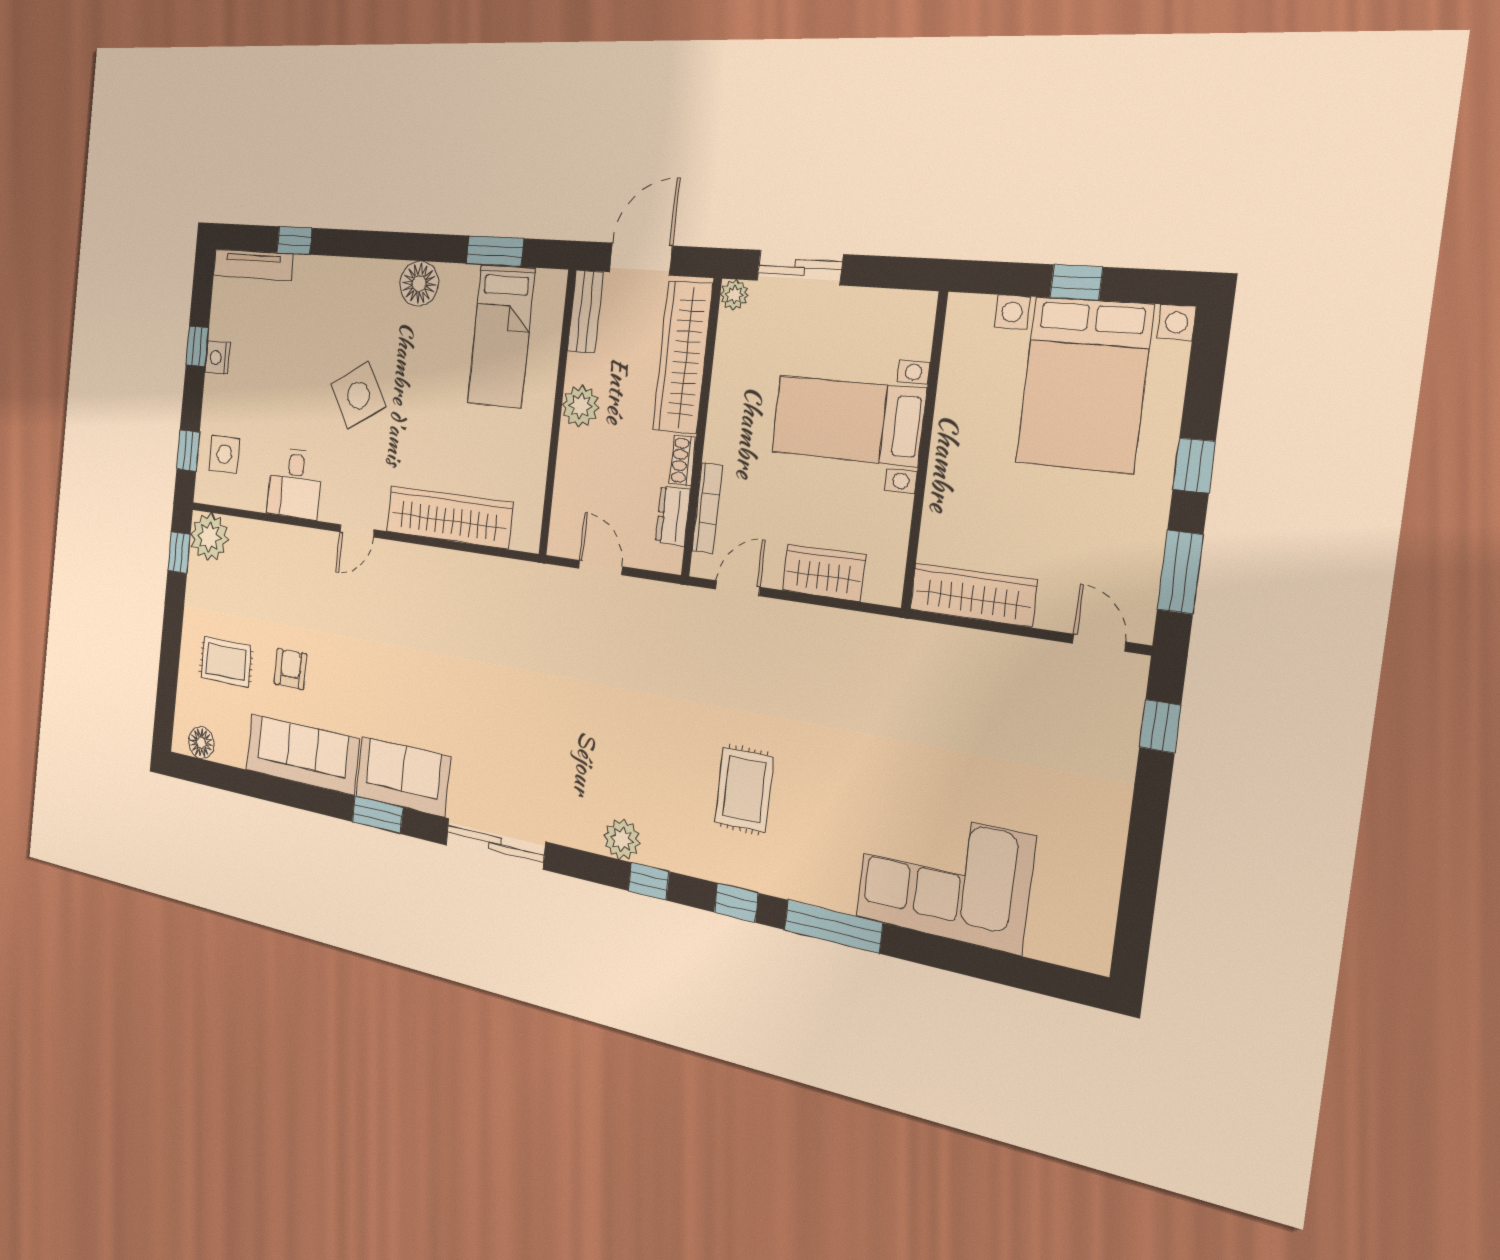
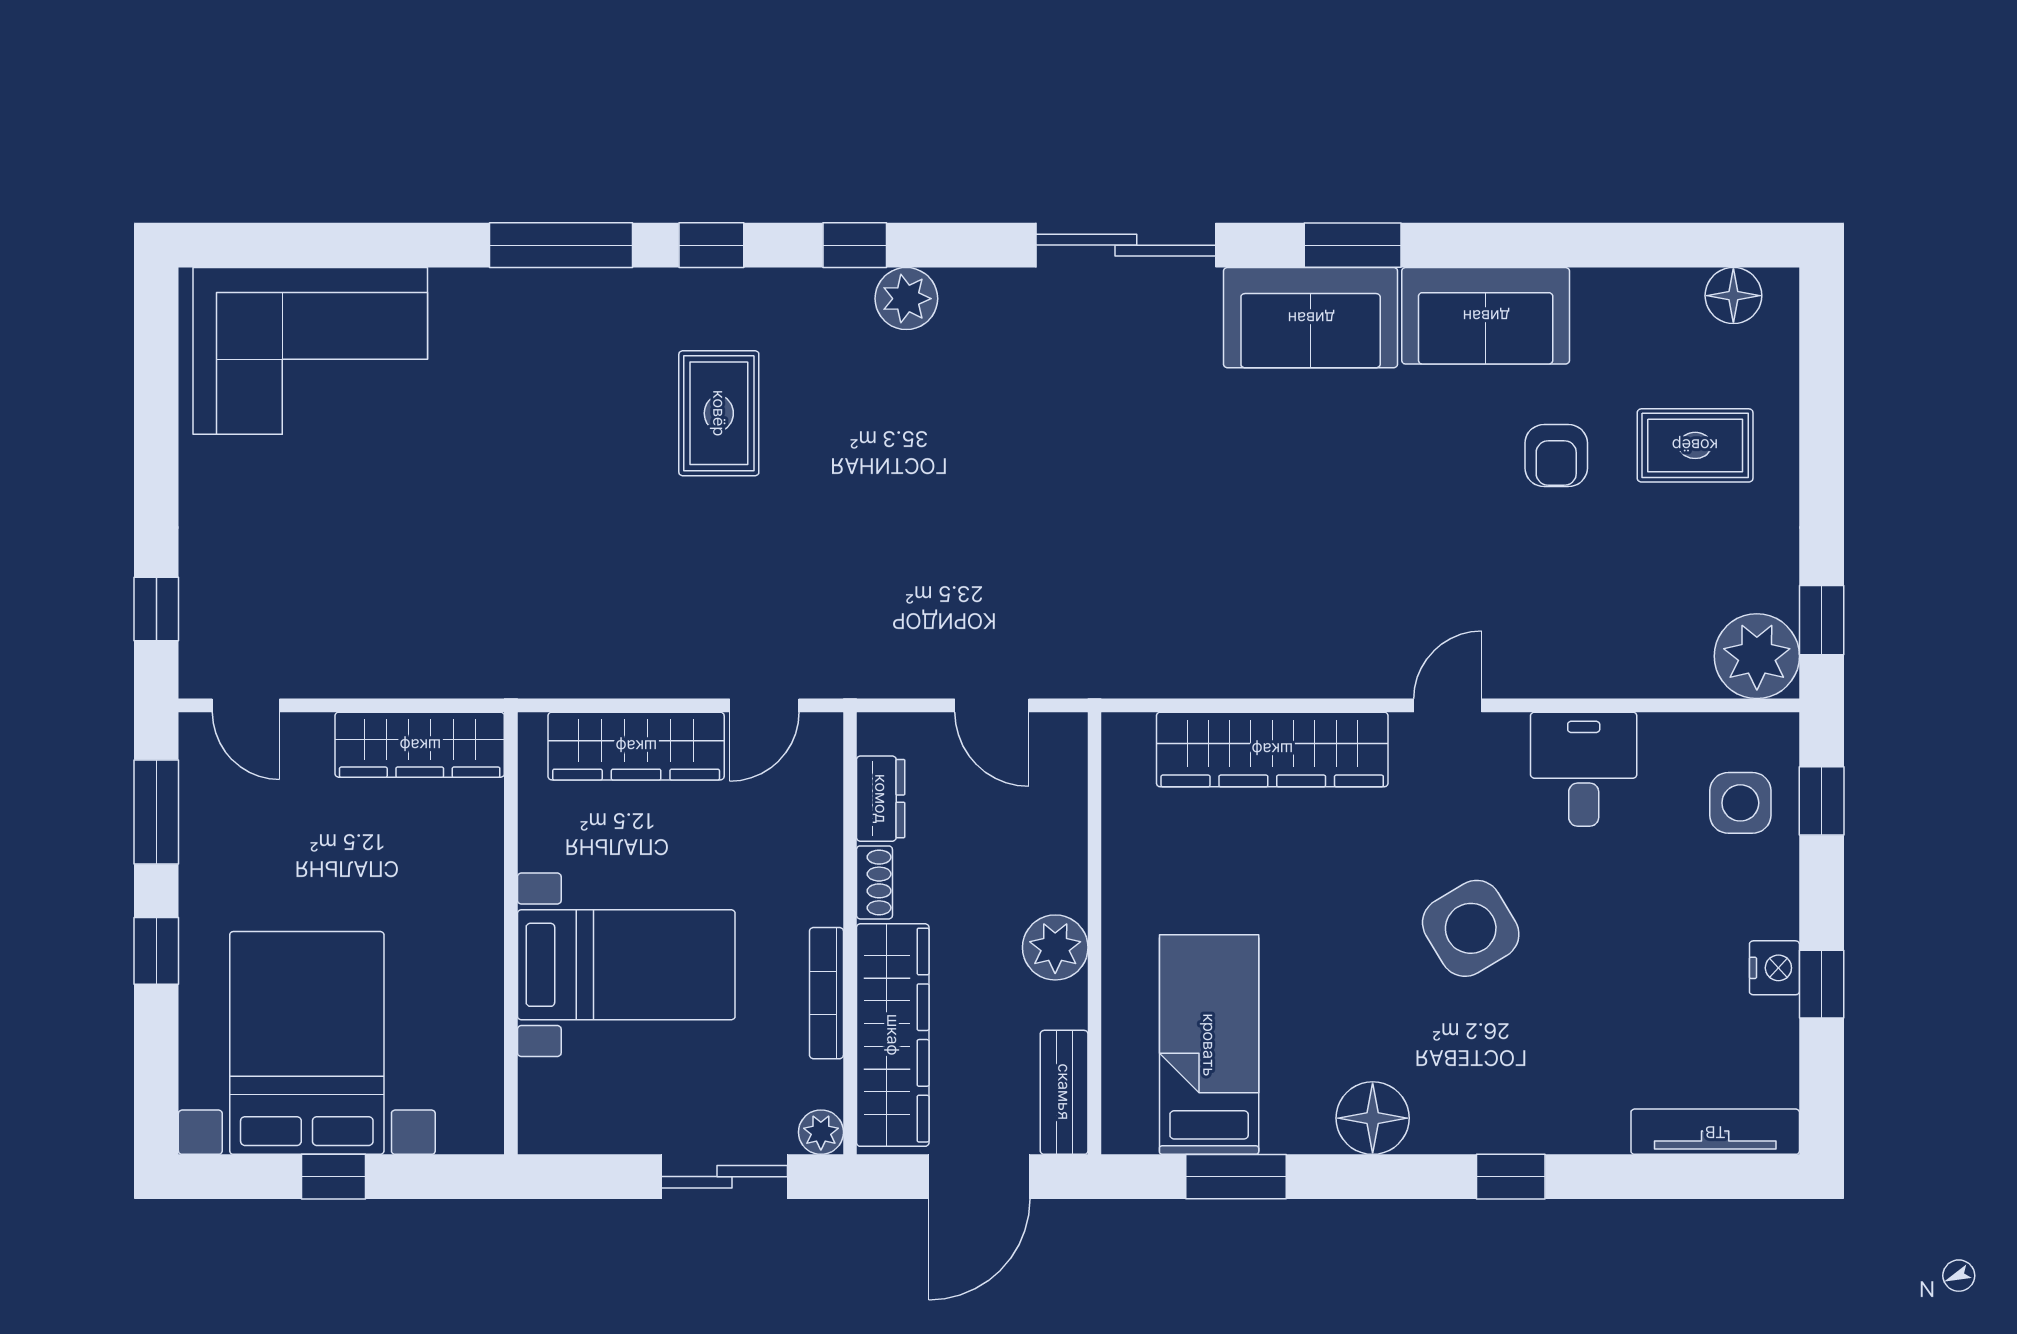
window: (294, 240) -> (1511, 1177), moved
bookcase: (707, 508) -> (826, 993), moved
wardrobe: (824, 573) -> (636, 746), width x1.50
sofa: (302, 754) -> (1486, 316), width x0.73
corner sofa: (944, 877) -> (310, 351), moved

